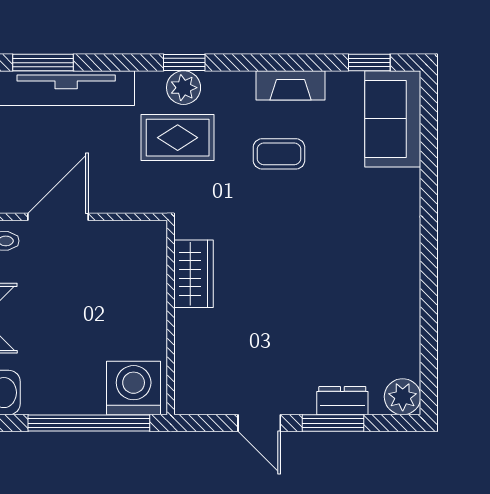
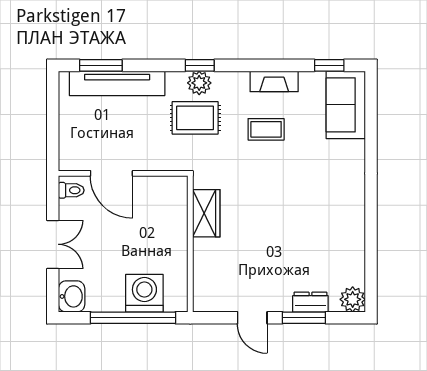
door: (58, 217) -> (111, 173), swing flipped
washing machine: (134, 388) -> (144, 293), moved

